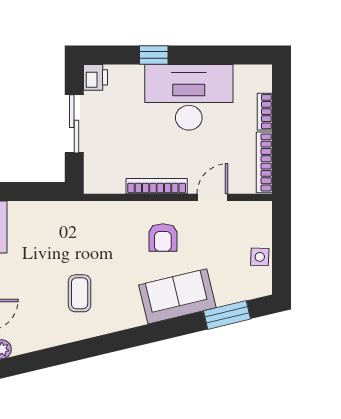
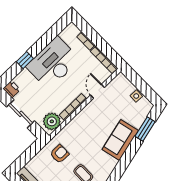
plant: (107, 177) -> (52, 121), added
armchair: (163, 238) -> (59, 154), moved, turned -90

